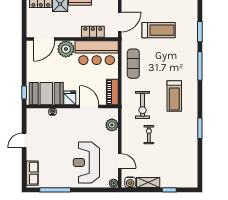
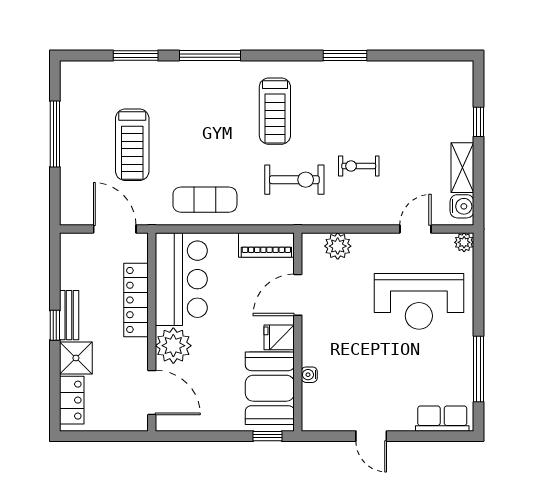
treadmill: (159, 30) -> (132, 145), turned 180
locker: (93, 32) -> (136, 300), width x1.53
treadmill: (174, 96) -> (275, 111), turned 90

